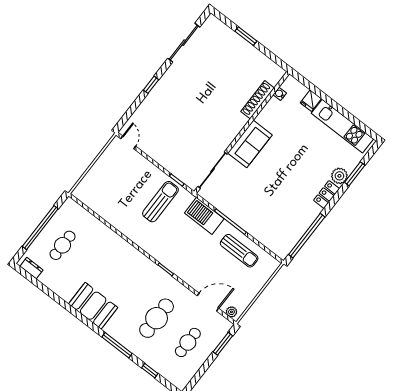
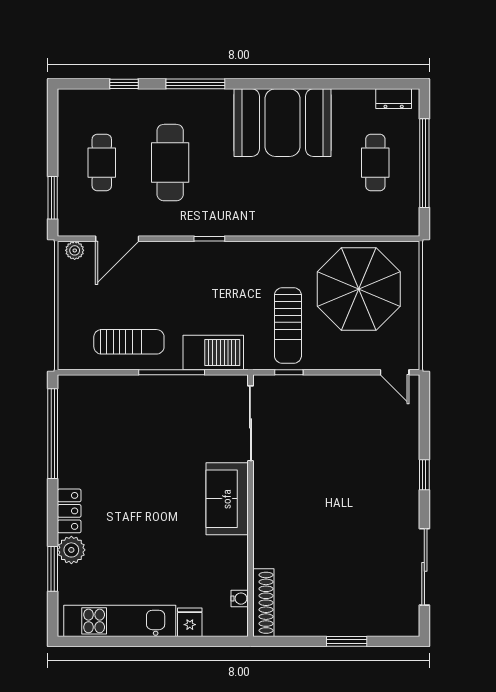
shoe rack: (258, 100) -> (263, 603), moved
parasol: (115, 193) -> (359, 289), added
sun lounger: (239, 251) -> (129, 342), turned 180
booth: (93, 306) -> (282, 123), width x1.36, depth x1.42

